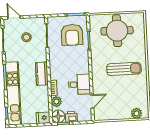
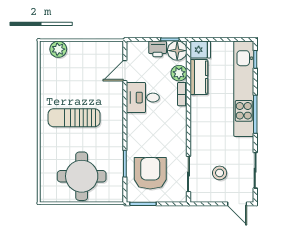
kitchen counter: (42, 74) -> (199, 77), moved

